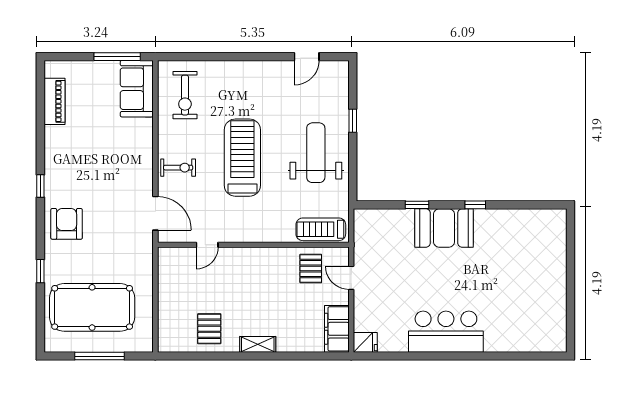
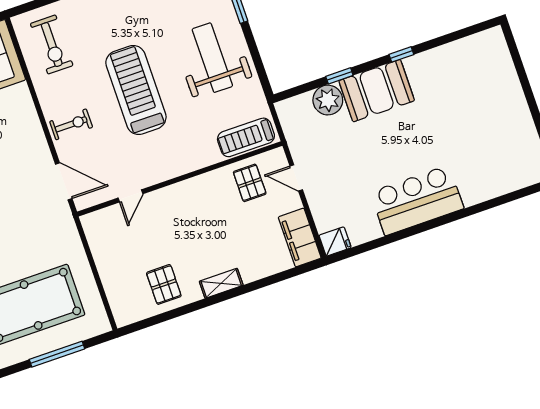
plant: (400, 222) -> (328, 100), added

